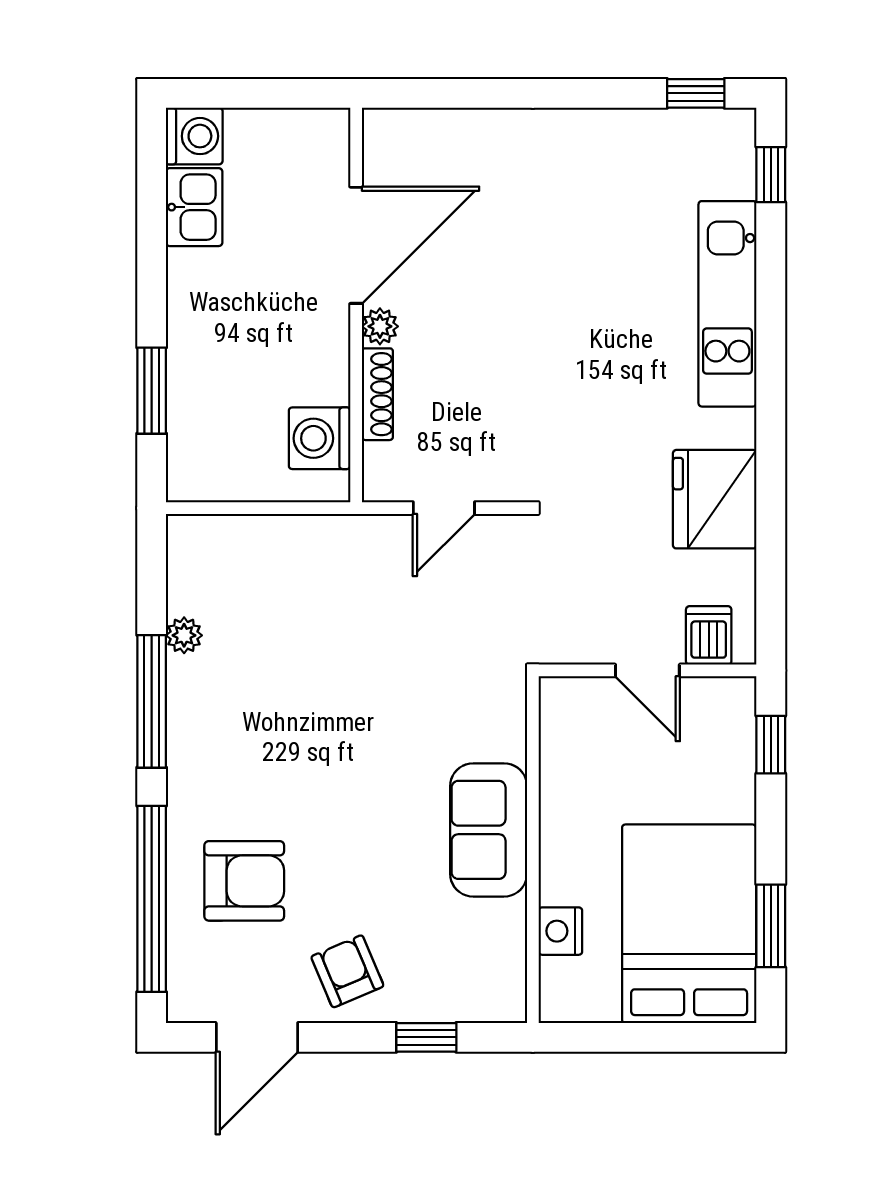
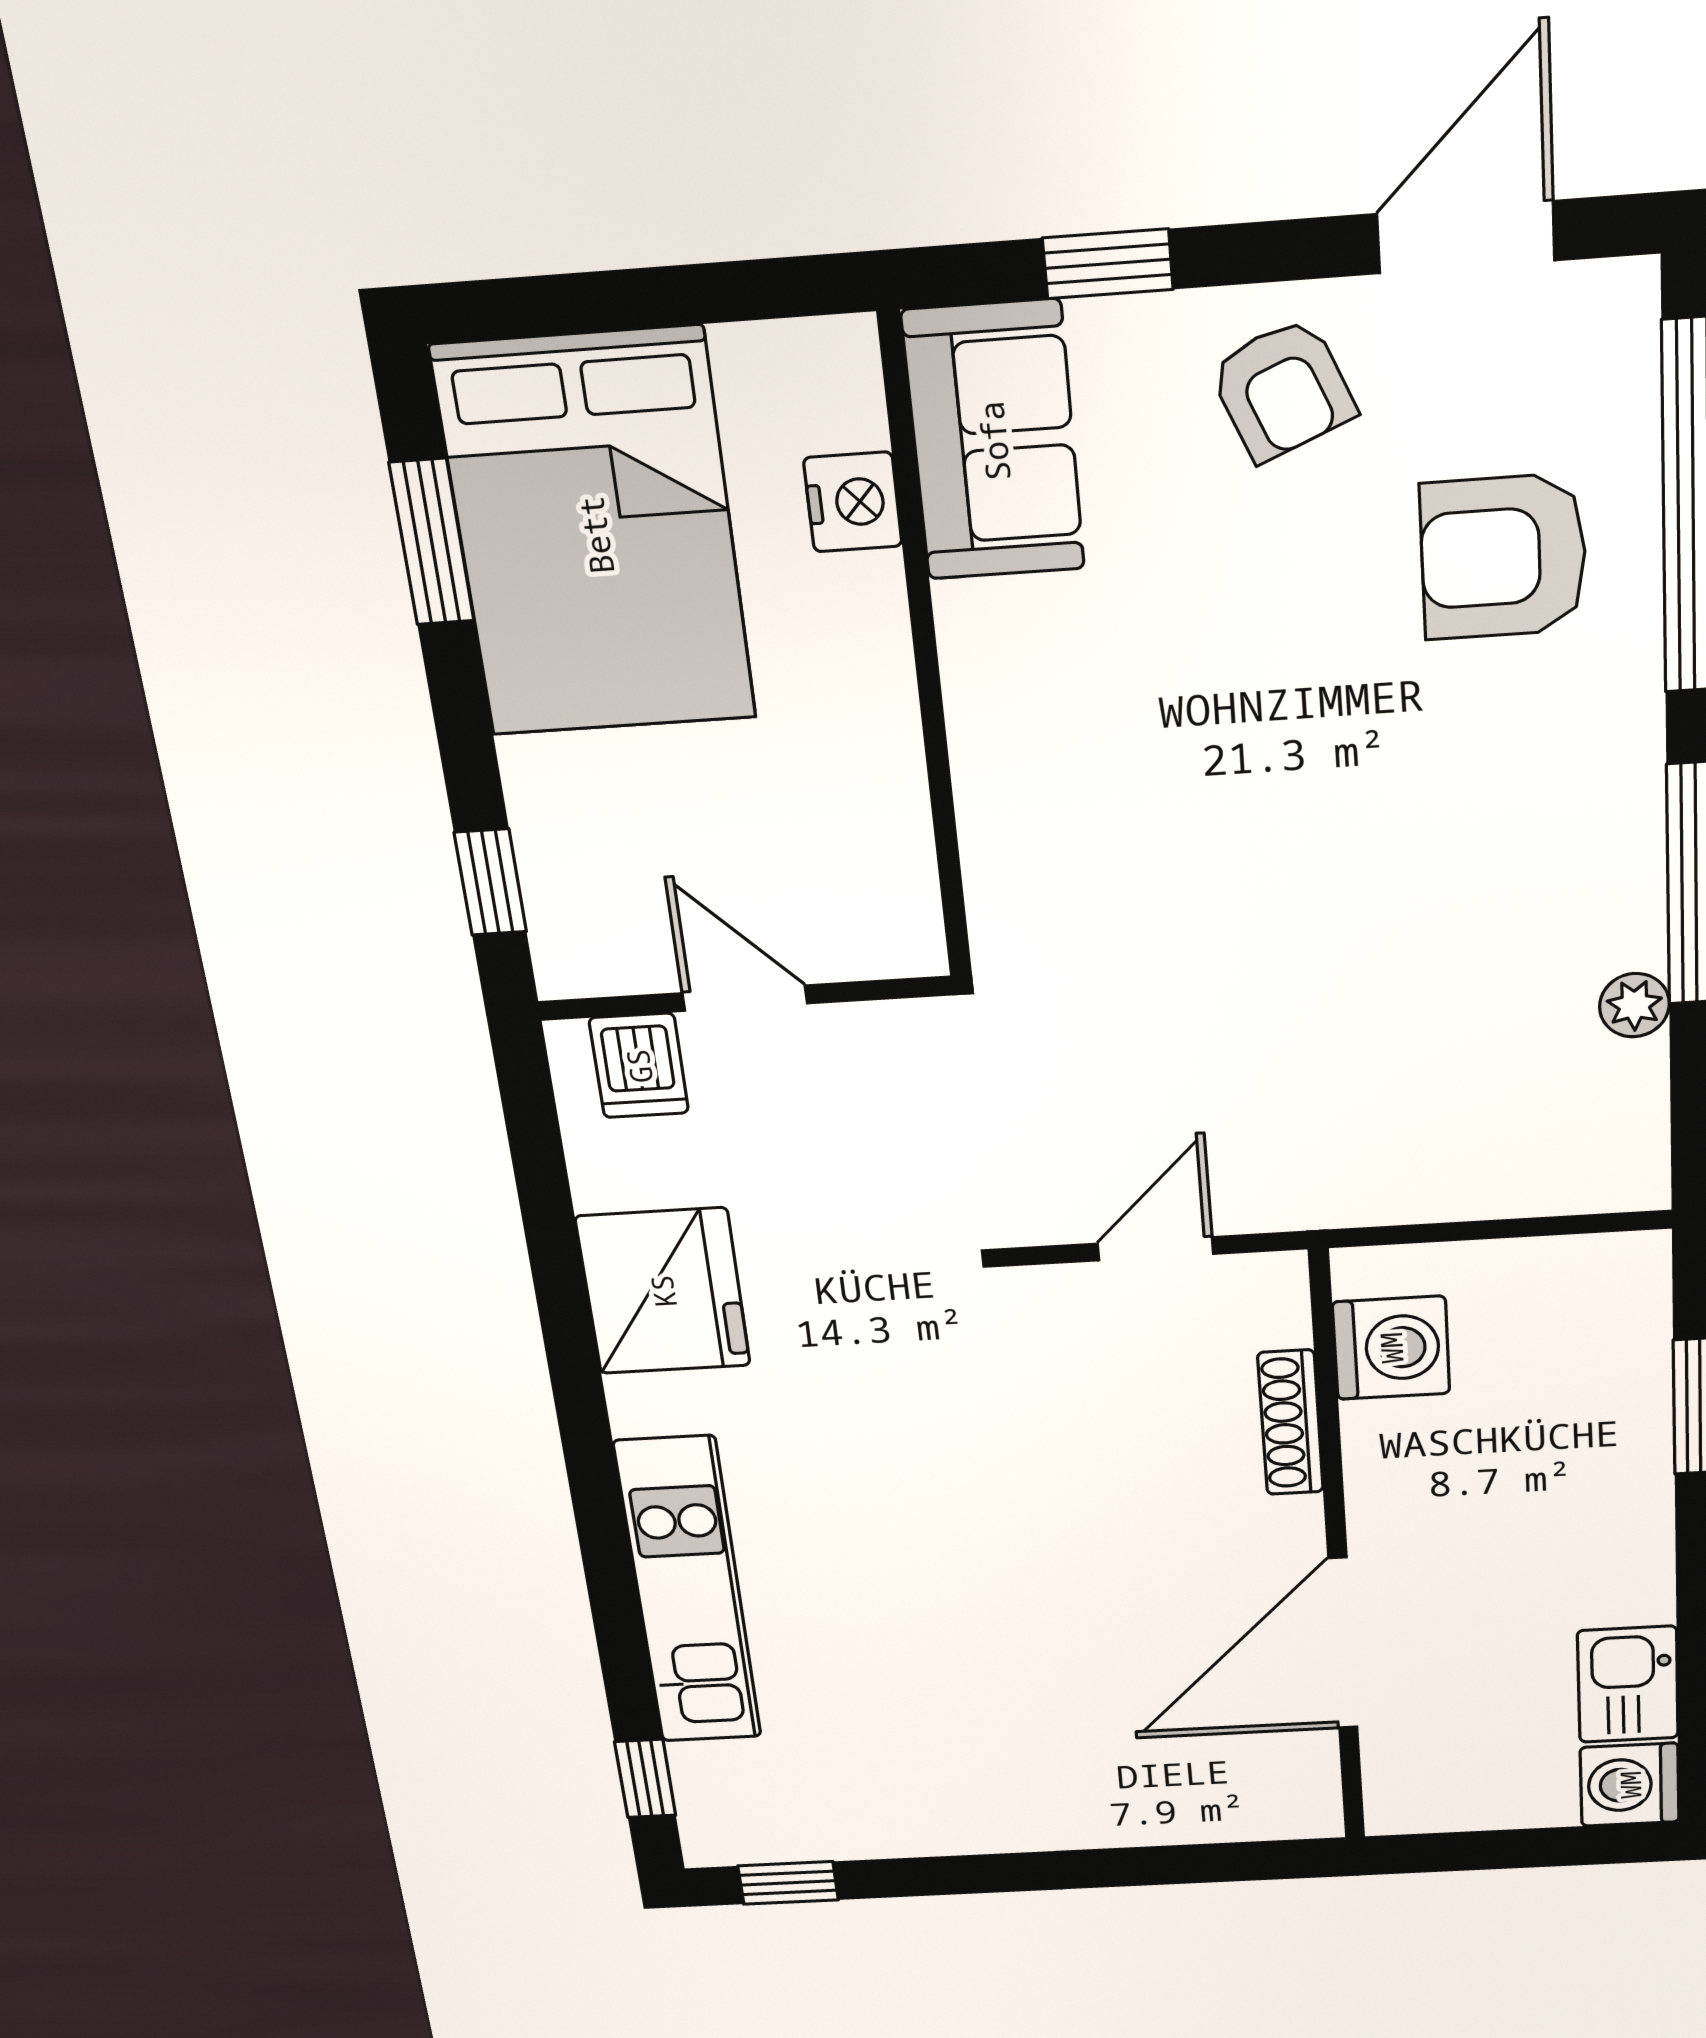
plant: (380, 326) -> (1293, 1526), removed
sofa: (489, 830) -> (994, 441), moved

